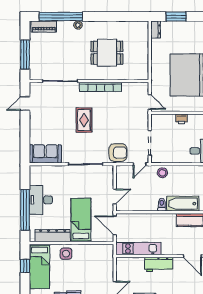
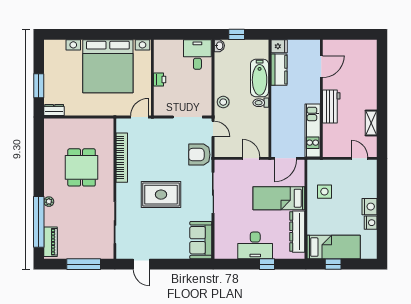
bookcase: (100, 87) -> (122, 158), moved
rug: (84, 120) -> (161, 195), width x1.36, depth x1.43
armchair: (118, 153) -> (199, 155), turned -90
window: (25, 210) -> (267, 264), width x0.32
side table: (66, 254) -> (324, 192), moved

